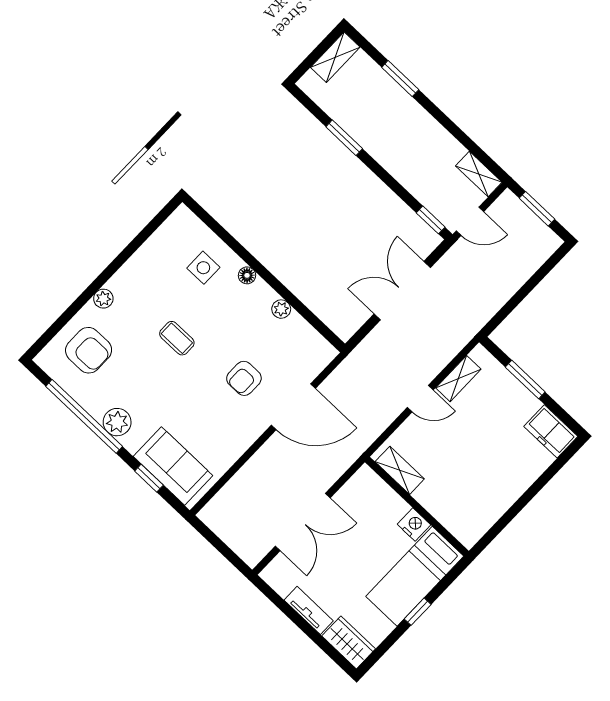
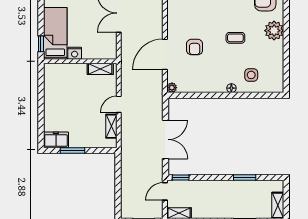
plant: (103, 299) -> (274, 31), width x1.87, depth x1.87
plant: (281, 309) -> (172, 88), moved
armchair: (244, 378) -> (195, 47), turned 180
window: (525, 380) -> (73, 150), moved
window: (418, 612) -> (41, 44), moved

